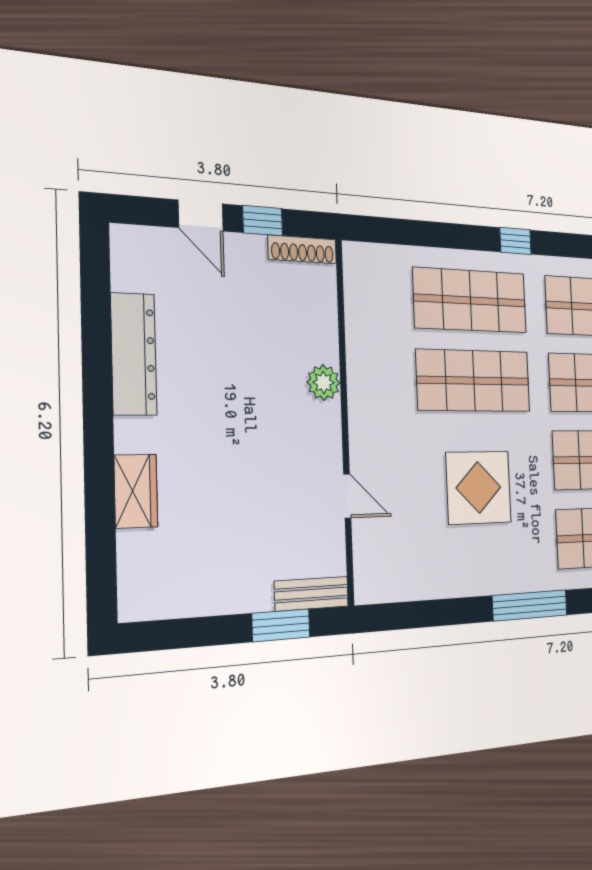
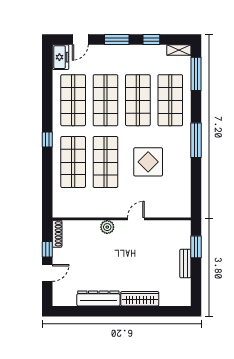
wardrobe: (136, 491) -> (140, 299), width x1.50
door: (347, 496) -> (136, 219), moved
bench: (312, 594) -> (185, 264), moved

